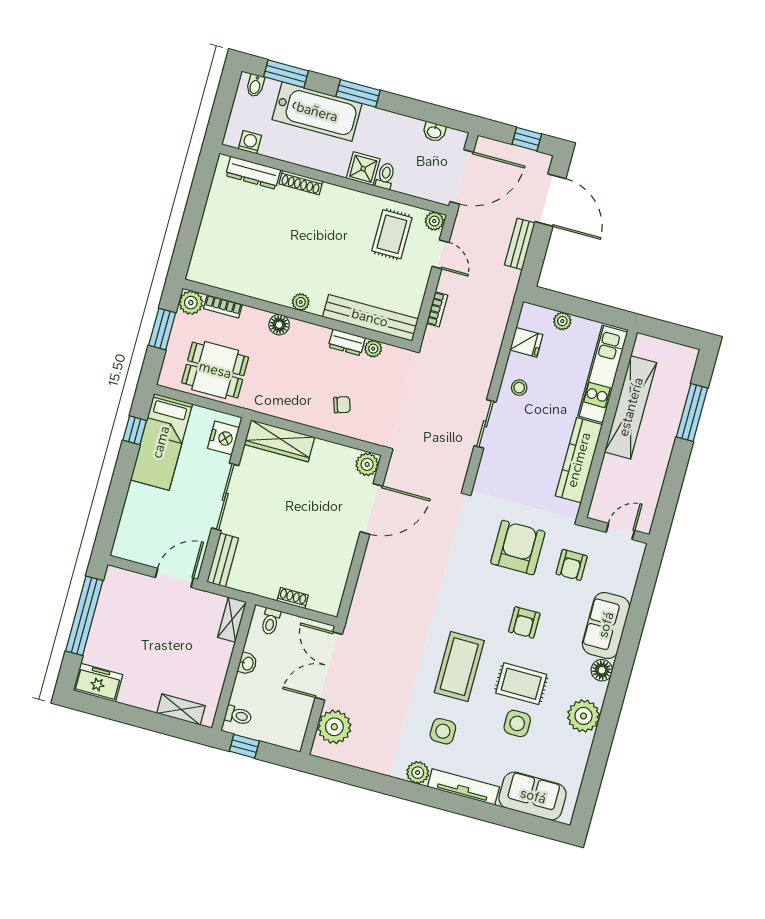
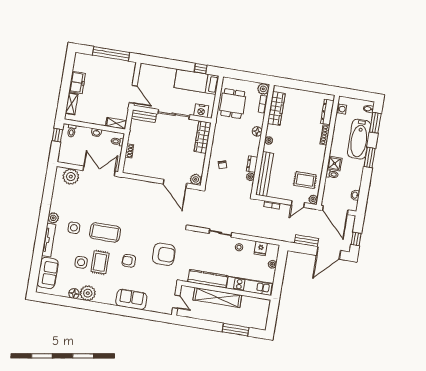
wardrobe: (235, 279) -> (276, 108), added
window: (162, 329) -> (249, 77), removed
shelving: (631, 407) -> (217, 298), moved
armchair: (572, 565) -> (158, 280), removed
floor lamp: (602, 670) -> (74, 294), moved
freezer: (98, 683) -> (77, 82), moved

